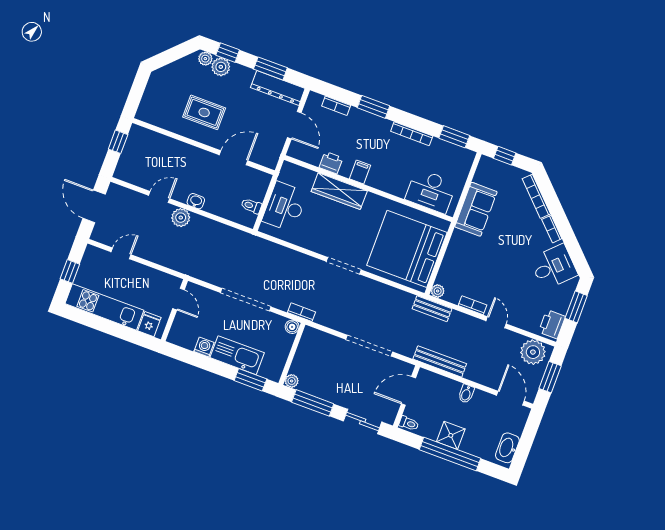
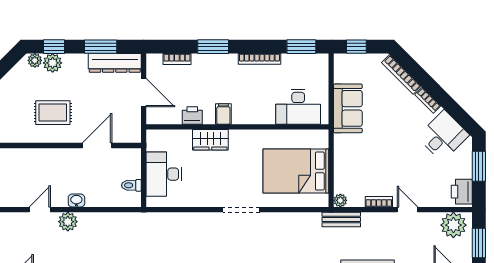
wardrobe: (339, 191) -> (210, 140), width x0.67
bed: (407, 249) -> (296, 171), width x0.73

